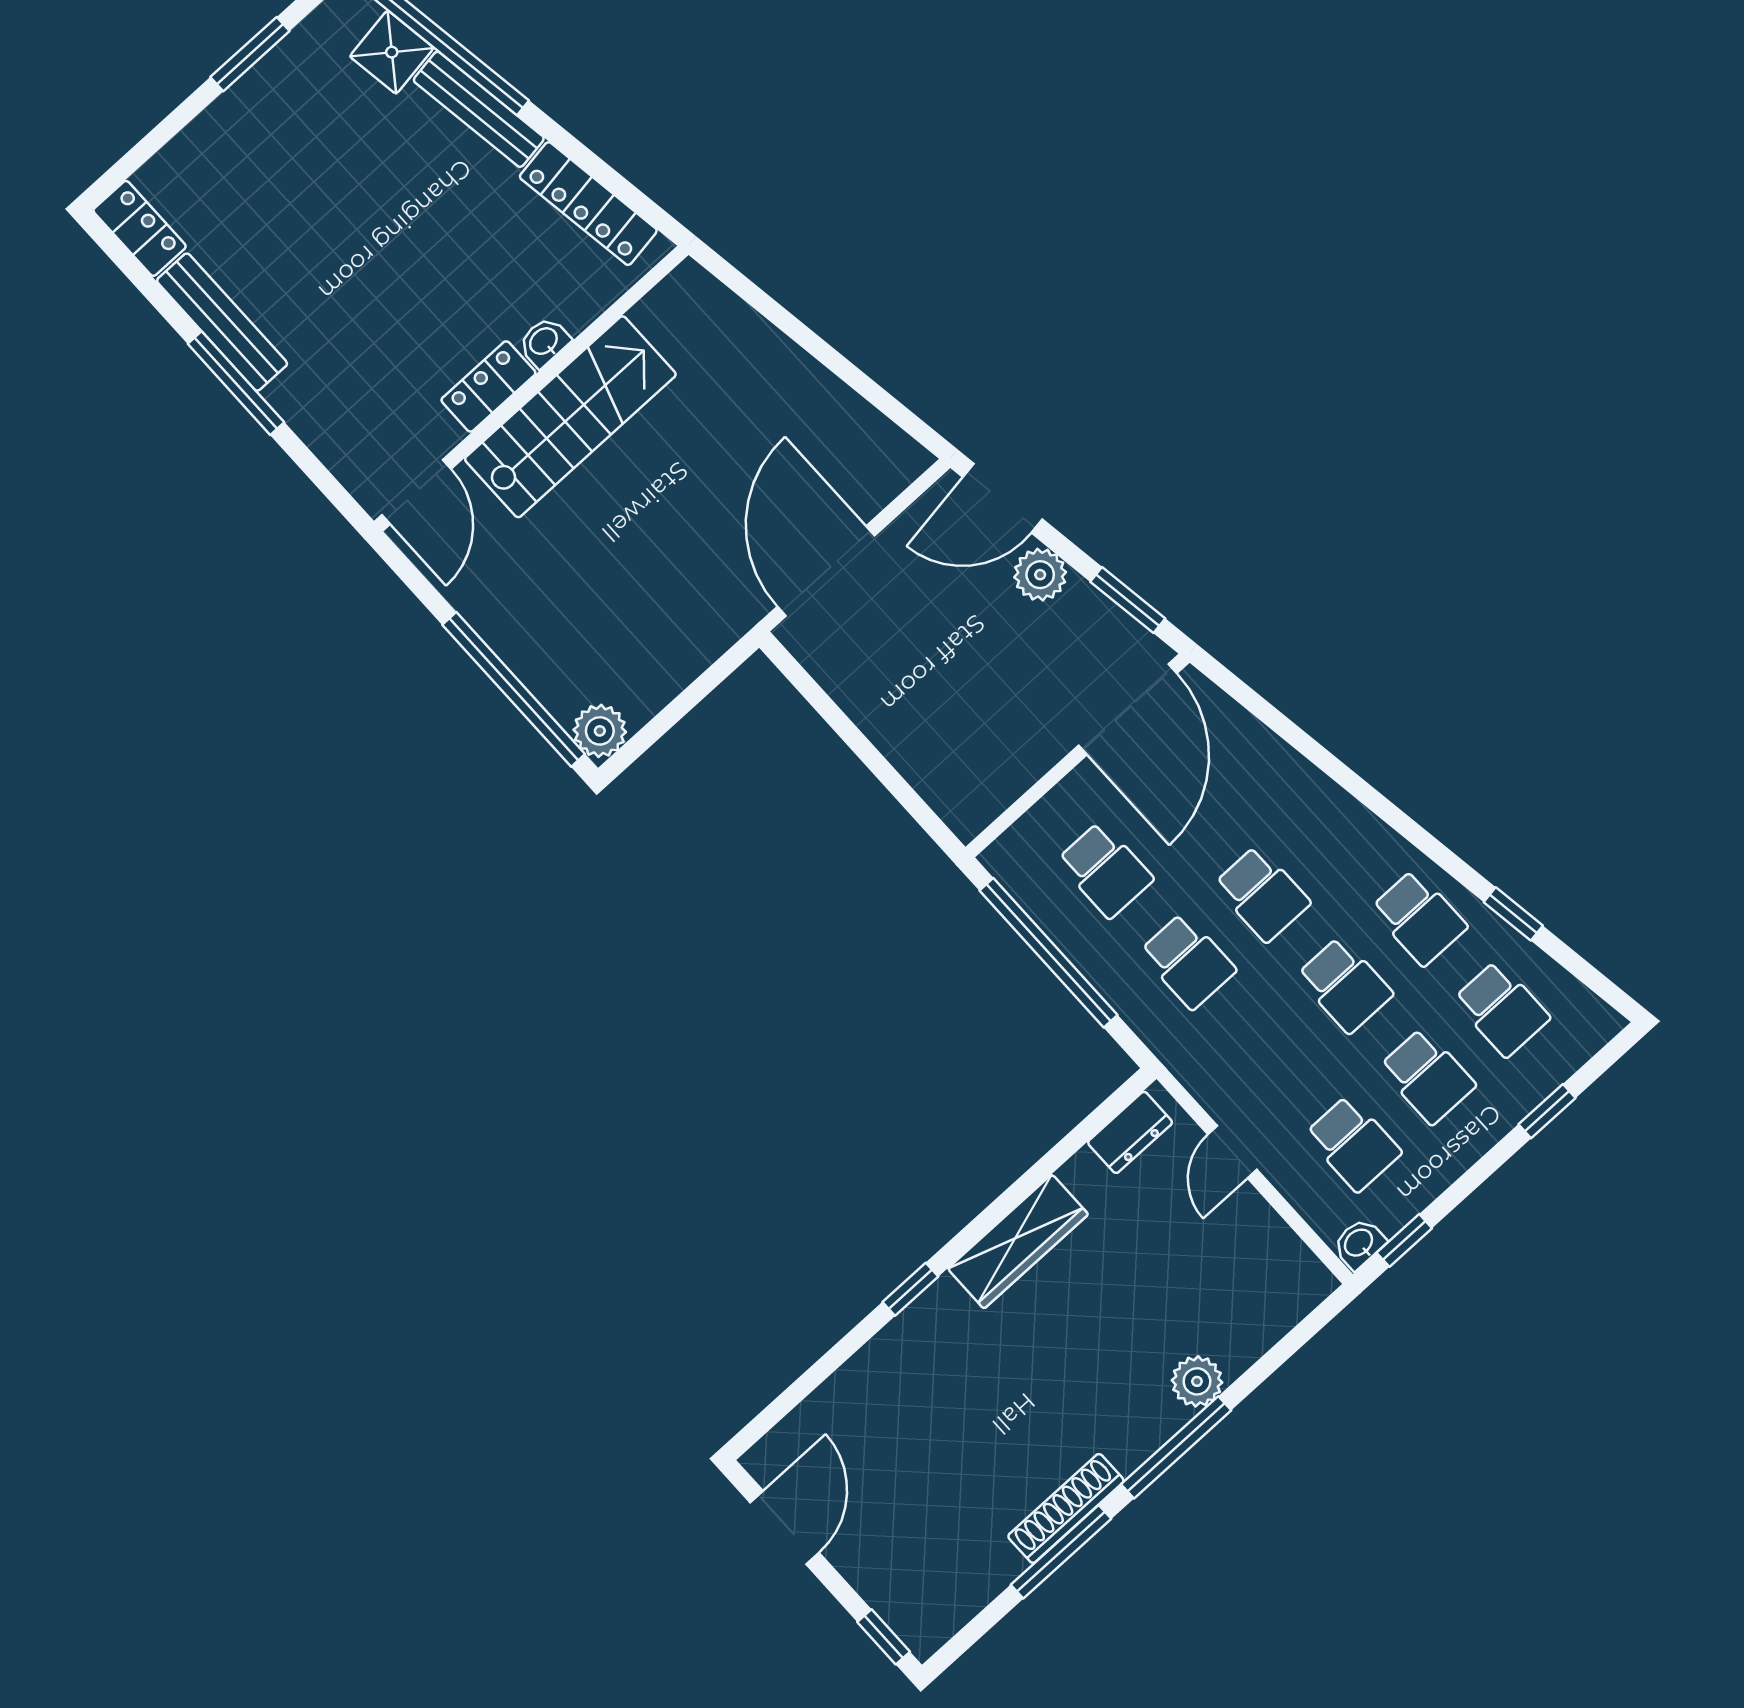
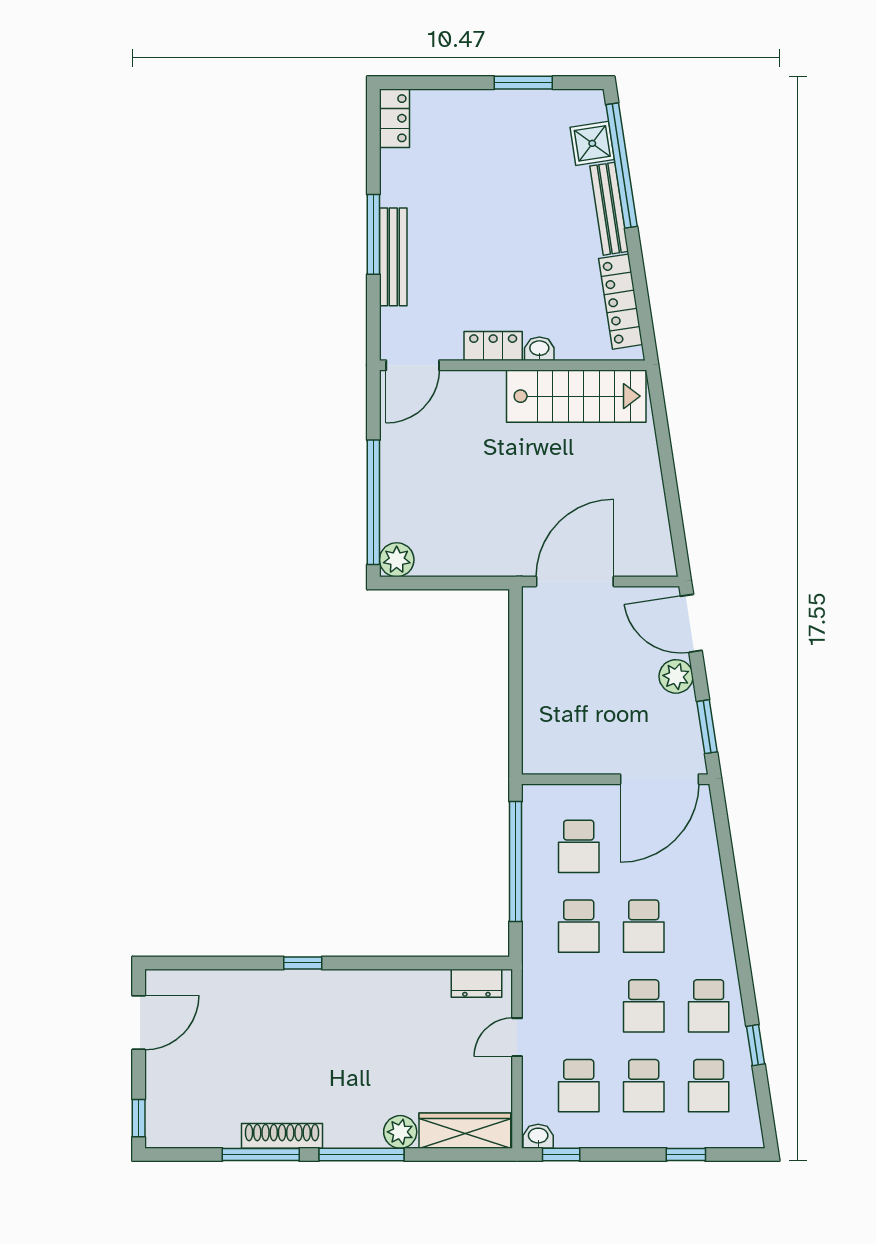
bench: (222, 322) -> (393, 257), moved
stairs: (570, 417) -> (576, 396), moved
wardrobe: (1018, 1241) -> (465, 1131), moved, turned 180

